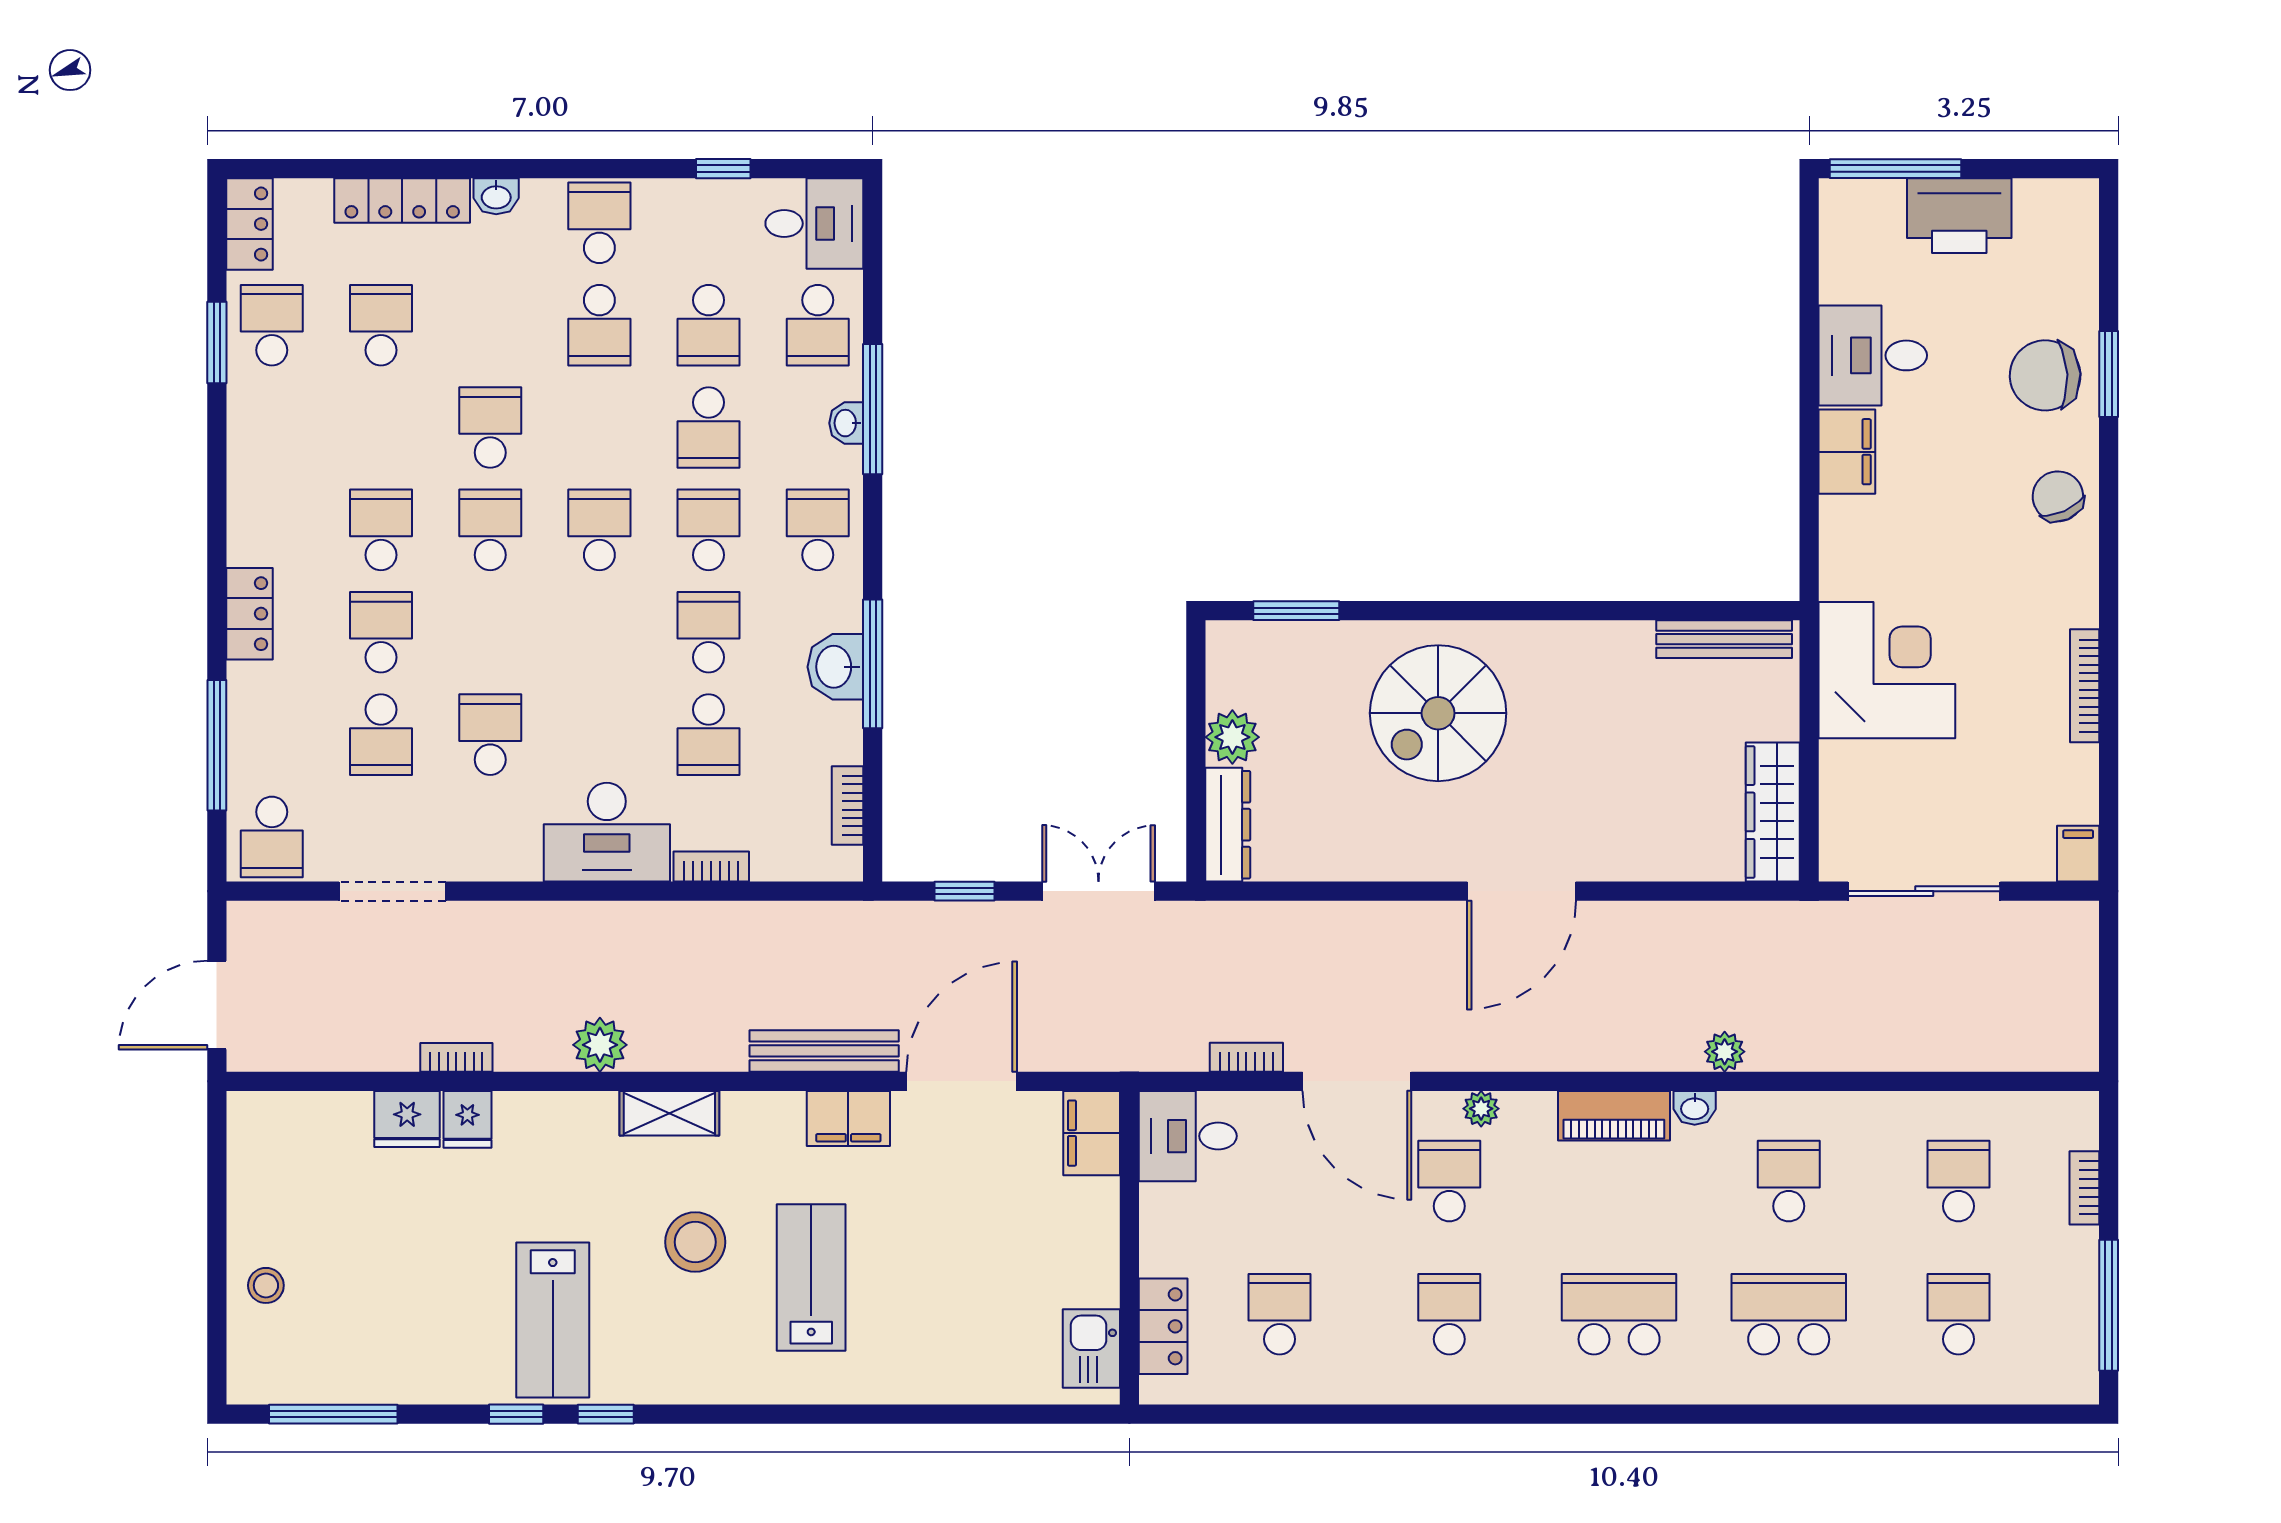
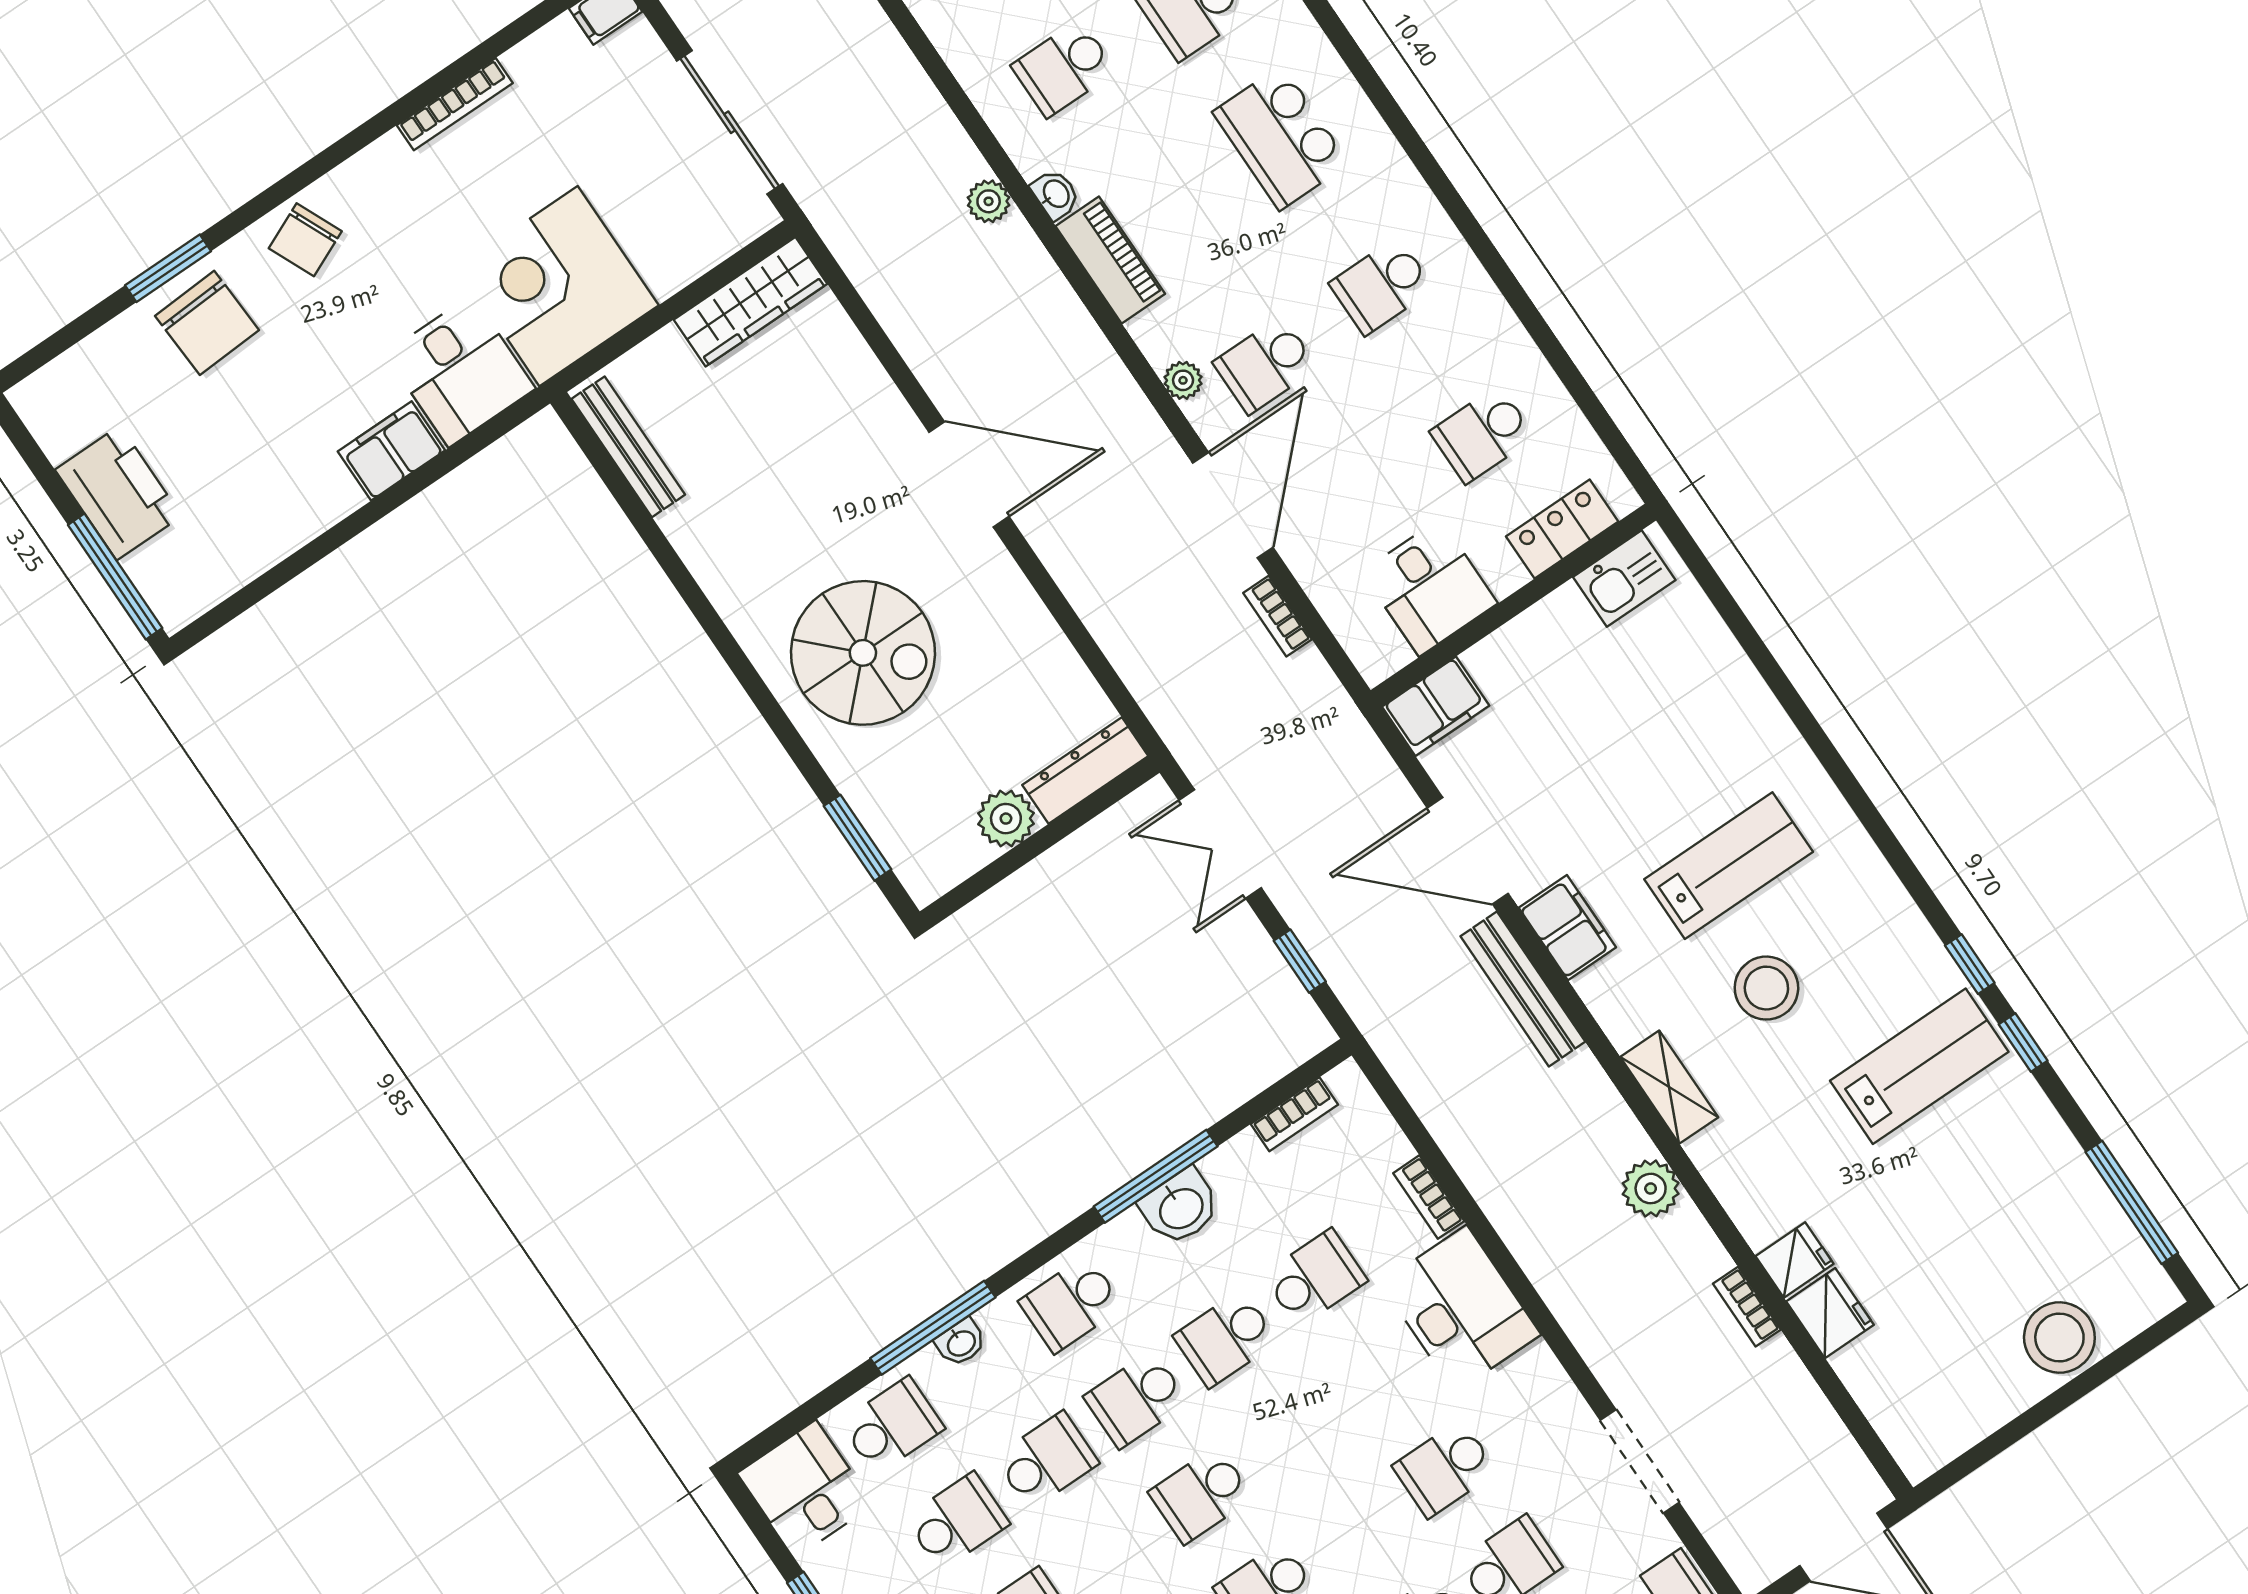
desk: (1873, 355) -> (460, 371), moved
desk: (1188, 1136) -> (1430, 588), moved
lab bench: (811, 1278) -> (1729, 866), turned 180
stool: (266, 1285) -> (2059, 1338), width x1.89, depth x1.89

